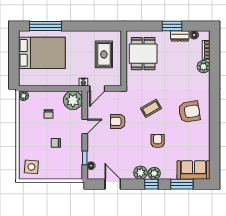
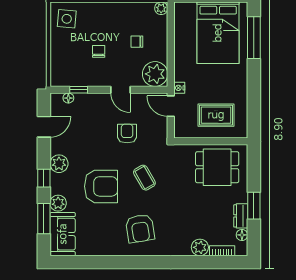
armchair: (158, 141) -> (101, 186), width x1.88, depth x1.88
plant: (154, 173) -> (58, 203), moved

